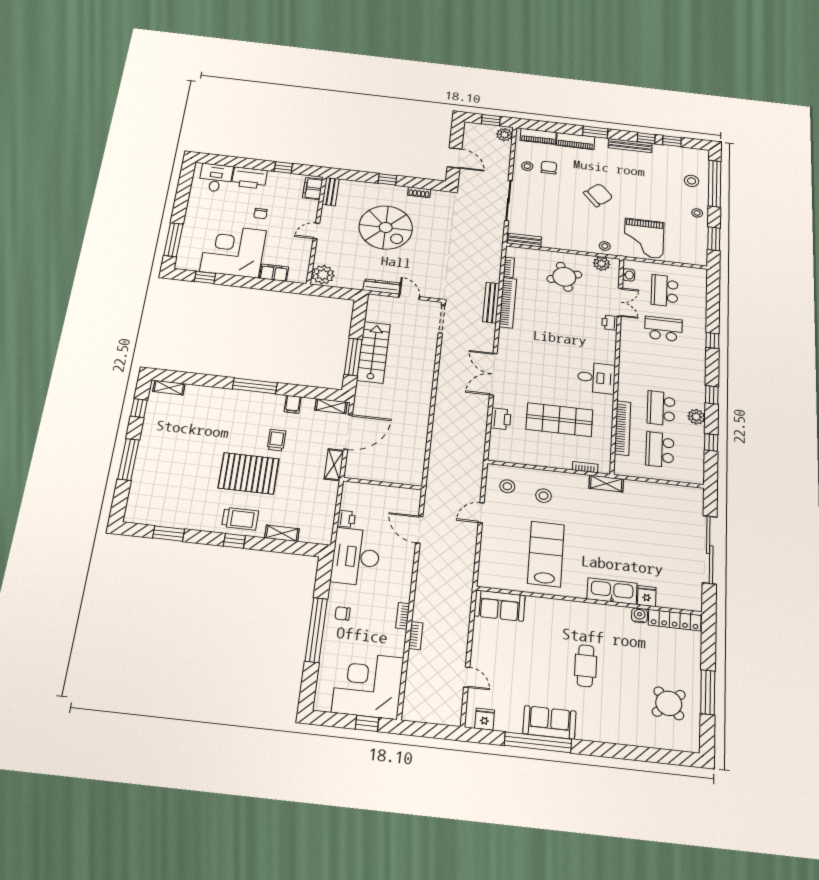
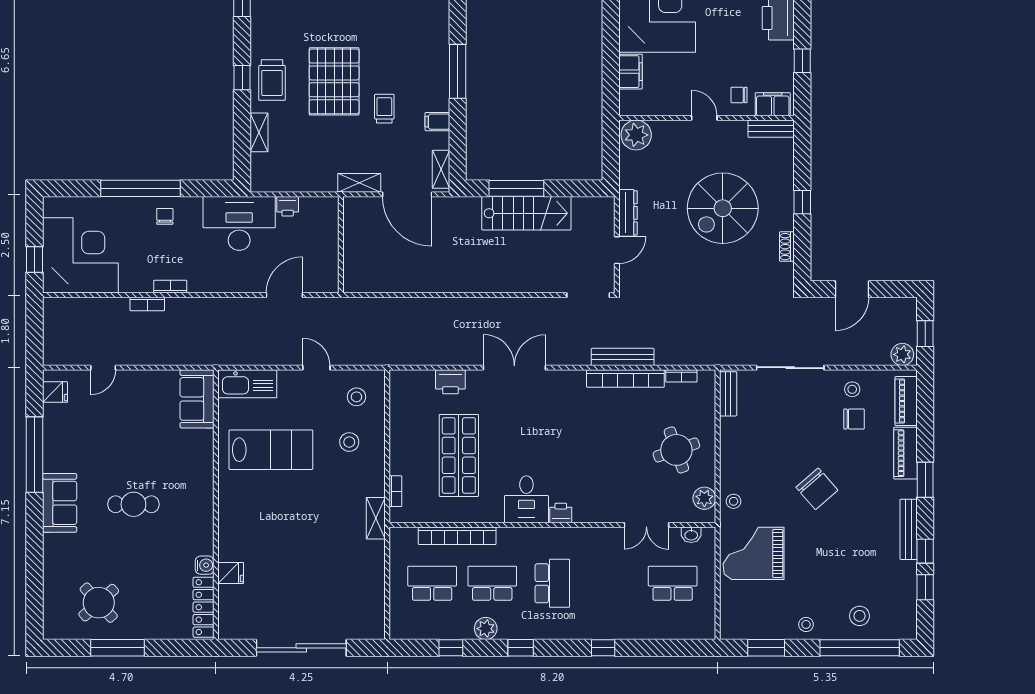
chair: (261, 214) -> (739, 95), moved
printer: (610, 323) -> (561, 513), moved
school desk: (663, 329) -> (552, 583), moved
trolley: (277, 440) -> (384, 109), turned -90
kitchen sink: (612, 591) -> (247, 384), moved, turned 90
sofa: (549, 722) -> (60, 503), moved

